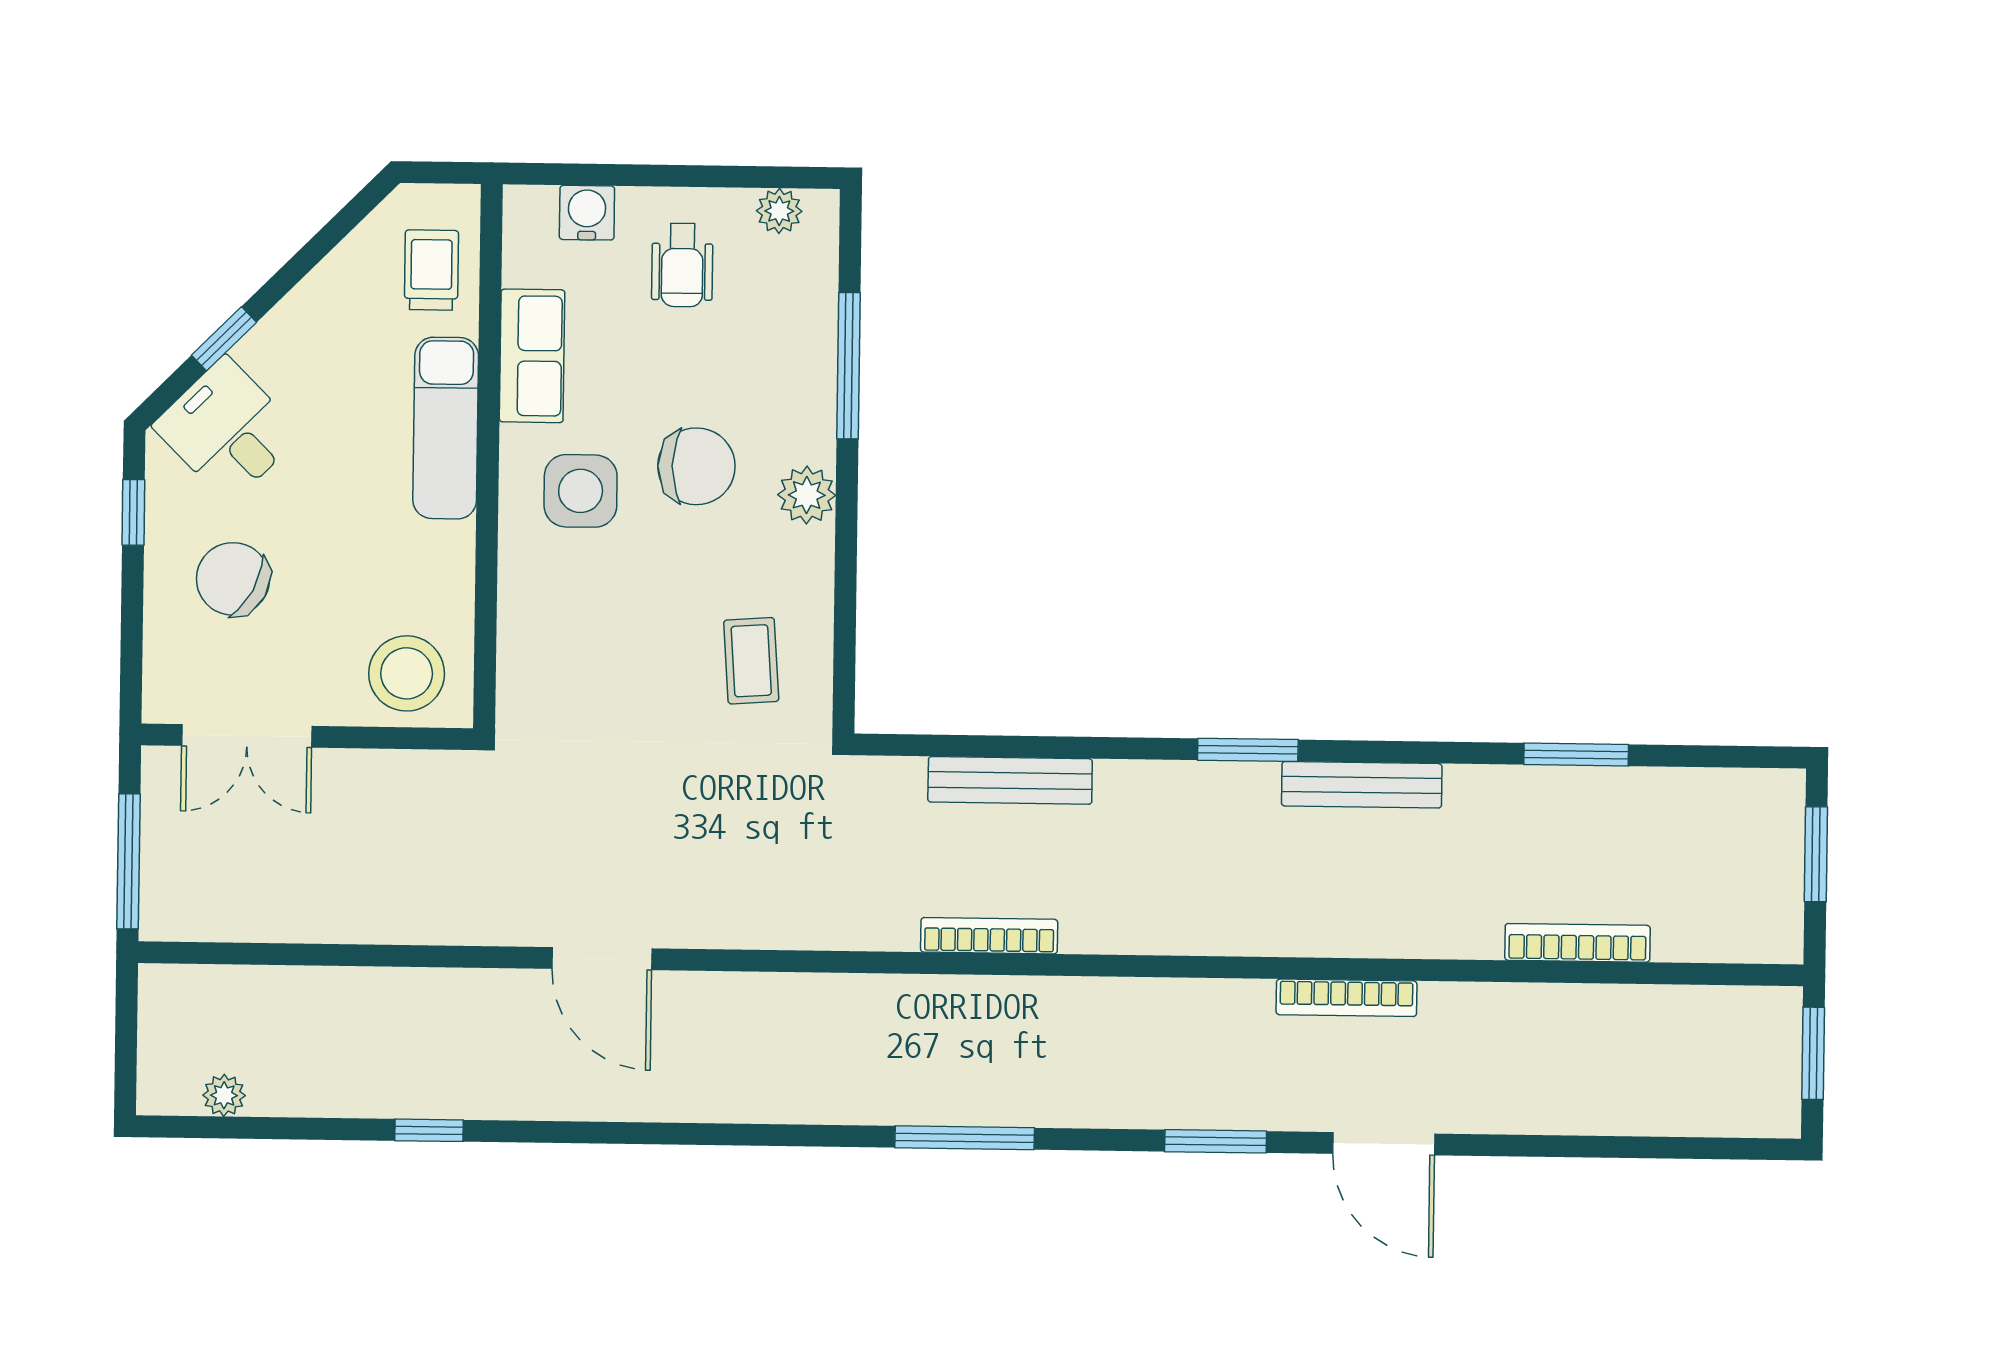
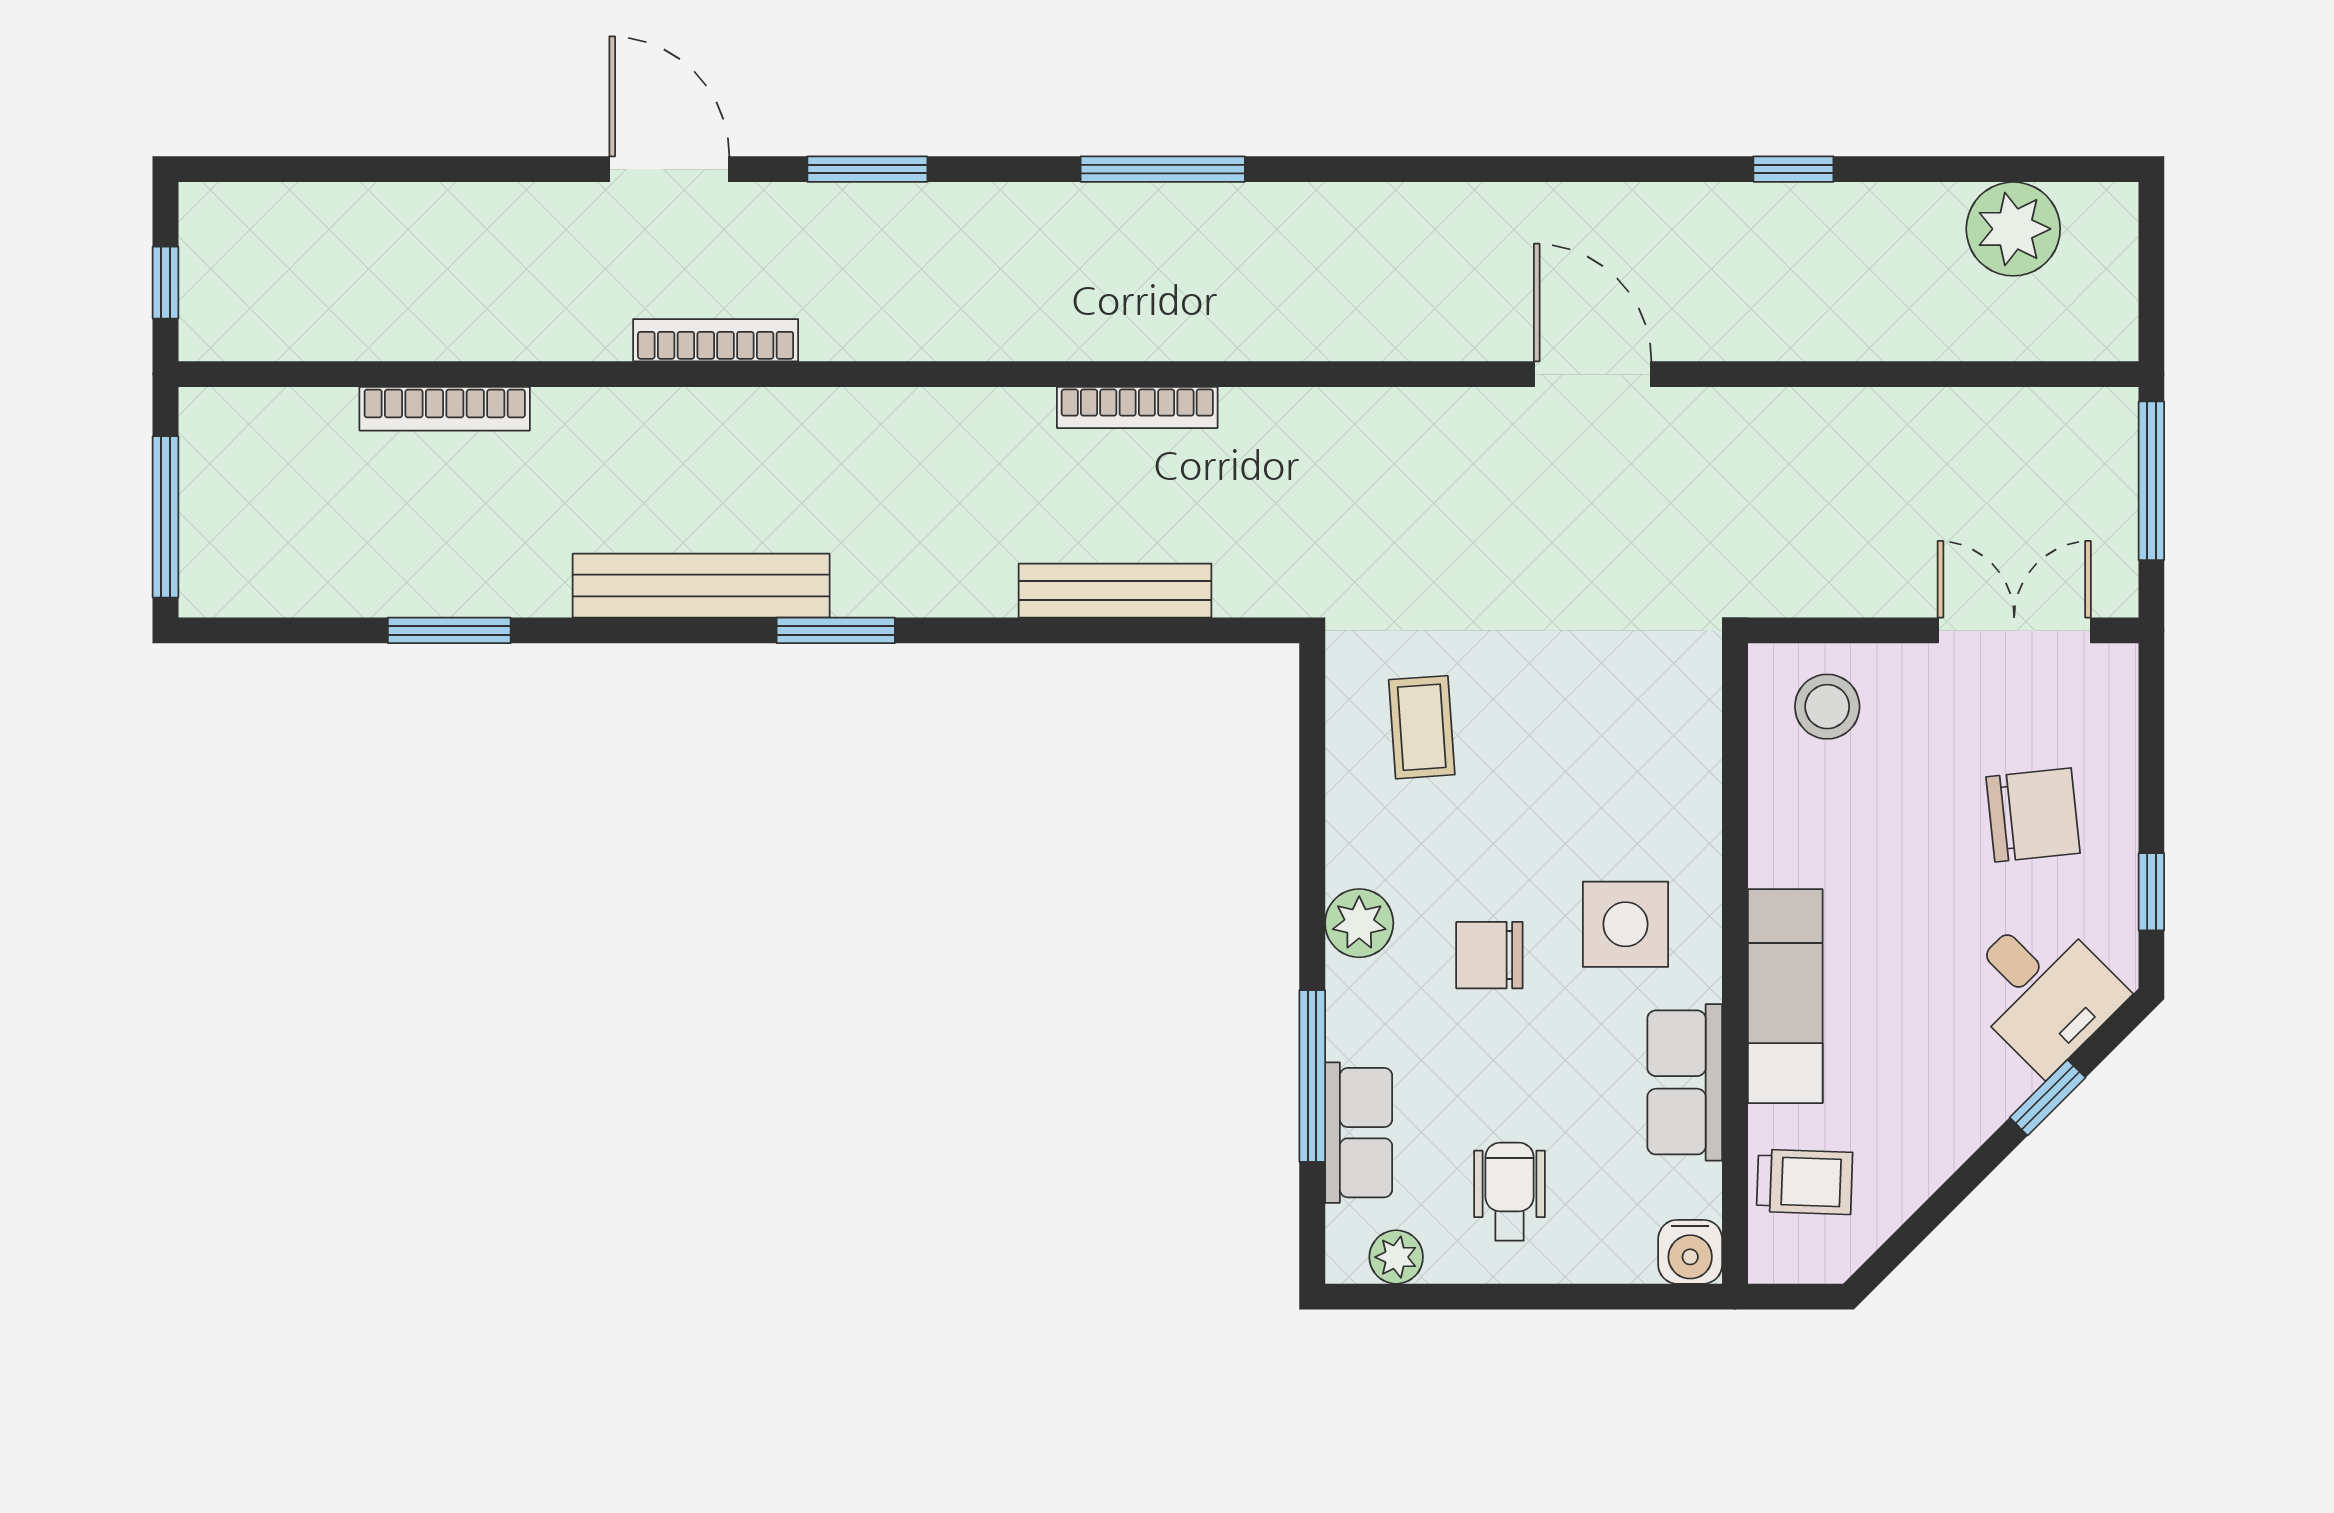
water cooler: (587, 213) -> (1690, 1252), moved
trolley: (431, 270) -> (1805, 1182), turned -88
row of seats: (810, 317) -> (1359, 1133), added
chair: (696, 466) -> (1489, 955), width x0.73, depth x0.73
chair: (233, 579) -> (2033, 815), turned -34
stool: (407, 673) -> (1827, 707), width x0.73, depth x0.73
bench: (1362, 785) -> (701, 586), width x1.37, depth x1.21
window: (1816, 854) -> (166, 517), width x1.44
window: (1813, 1053) -> (166, 283), width x0.67
plant: (224, 1095) -> (2013, 229), width x1.88, depth x1.88

